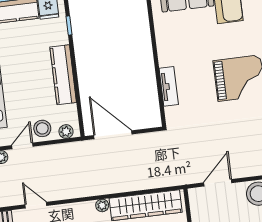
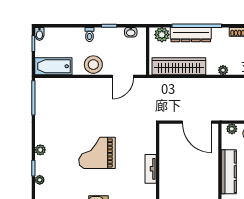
tv unit: (169, 86) -> (151, 169), moved
plant: (102, 205) -> (223, 70), moved

